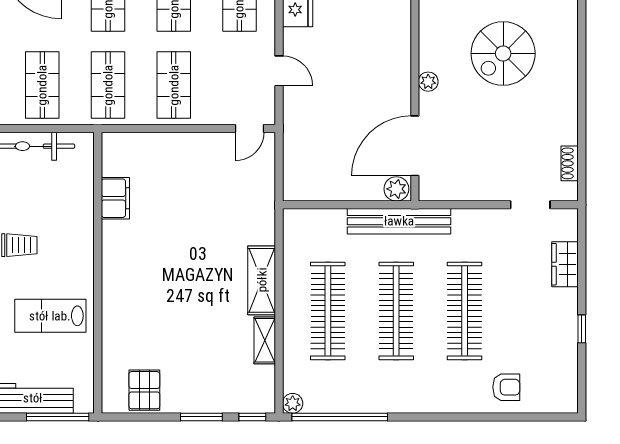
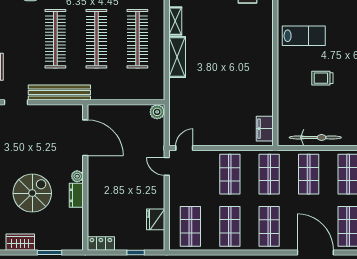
dresser: (430, 50) -> (76, 195), added
door: (279, 71) -> (167, 166), moved
door: (415, 146) -> (85, 138), hinge flipped
plant: (396, 189) -> (157, 112), moved
filing cabinet: (115, 198) -> (265, 129), moved
bench: (399, 221) -> (59, 92), moved

